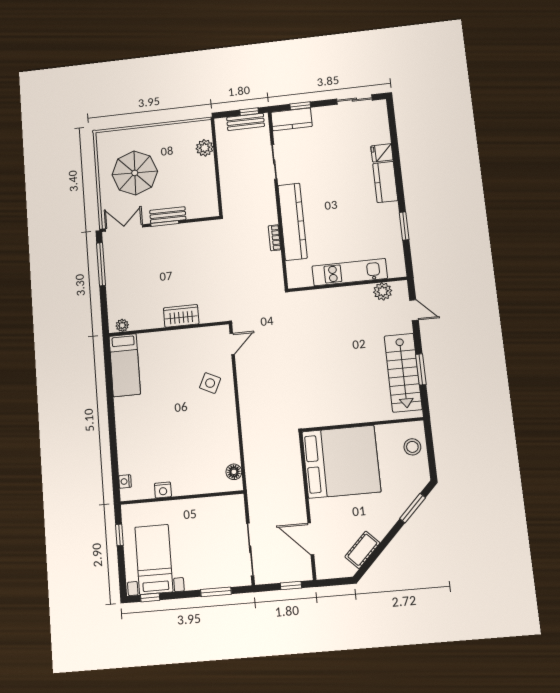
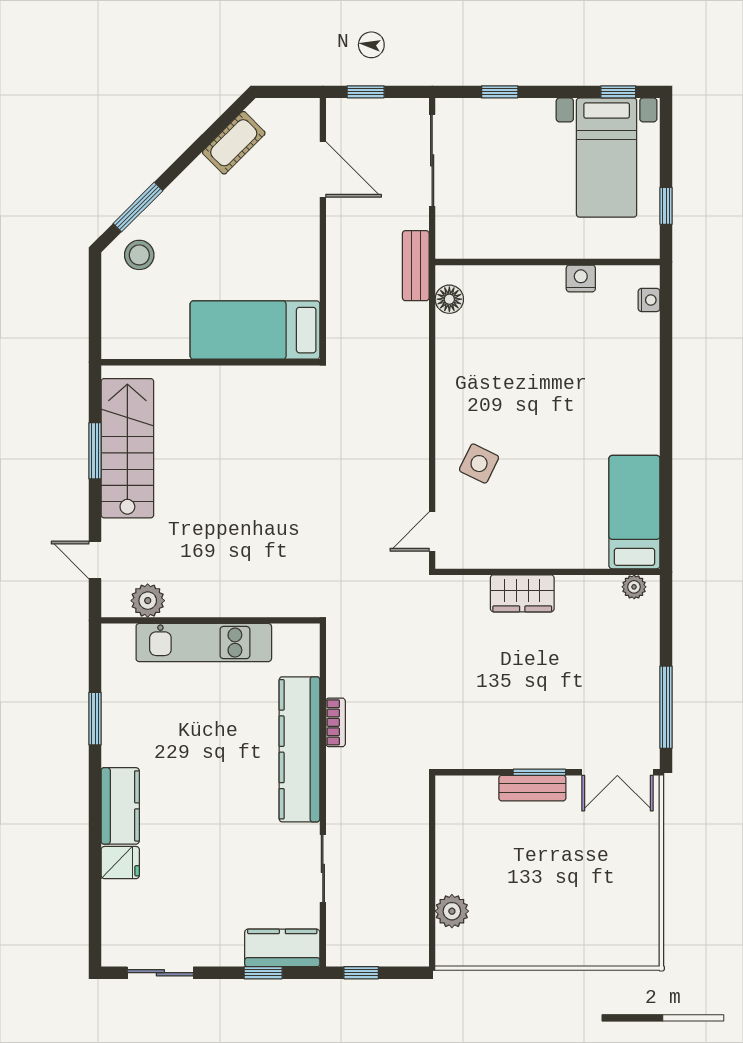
bench: (246, 122) -> (416, 266), moved, turned 90
parasol: (135, 173) -> (589, 877), removed
stool: (412, 447) -> (139, 255), moved
bed: (341, 462) -> (255, 330), width x0.49
window: (216, 592) -> (500, 92), width x0.67

